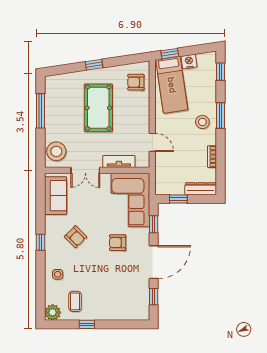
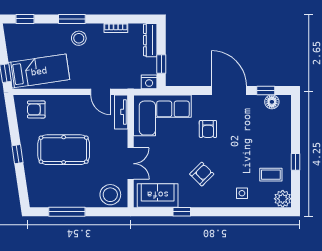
nightstand: (189, 62) -> (149, 82), moved, turned -82
armchair: (136, 82) -> (36, 109), turned 90
door: (152, 142) -> (101, 92), swing flipped
tv unit: (119, 161) -> (121, 112), moved
window: (154, 224) -> (188, 90), removed
window: (40, 242) -> (182, 212), moved
floor lamp: (143, 302) -> (272, 102), added

